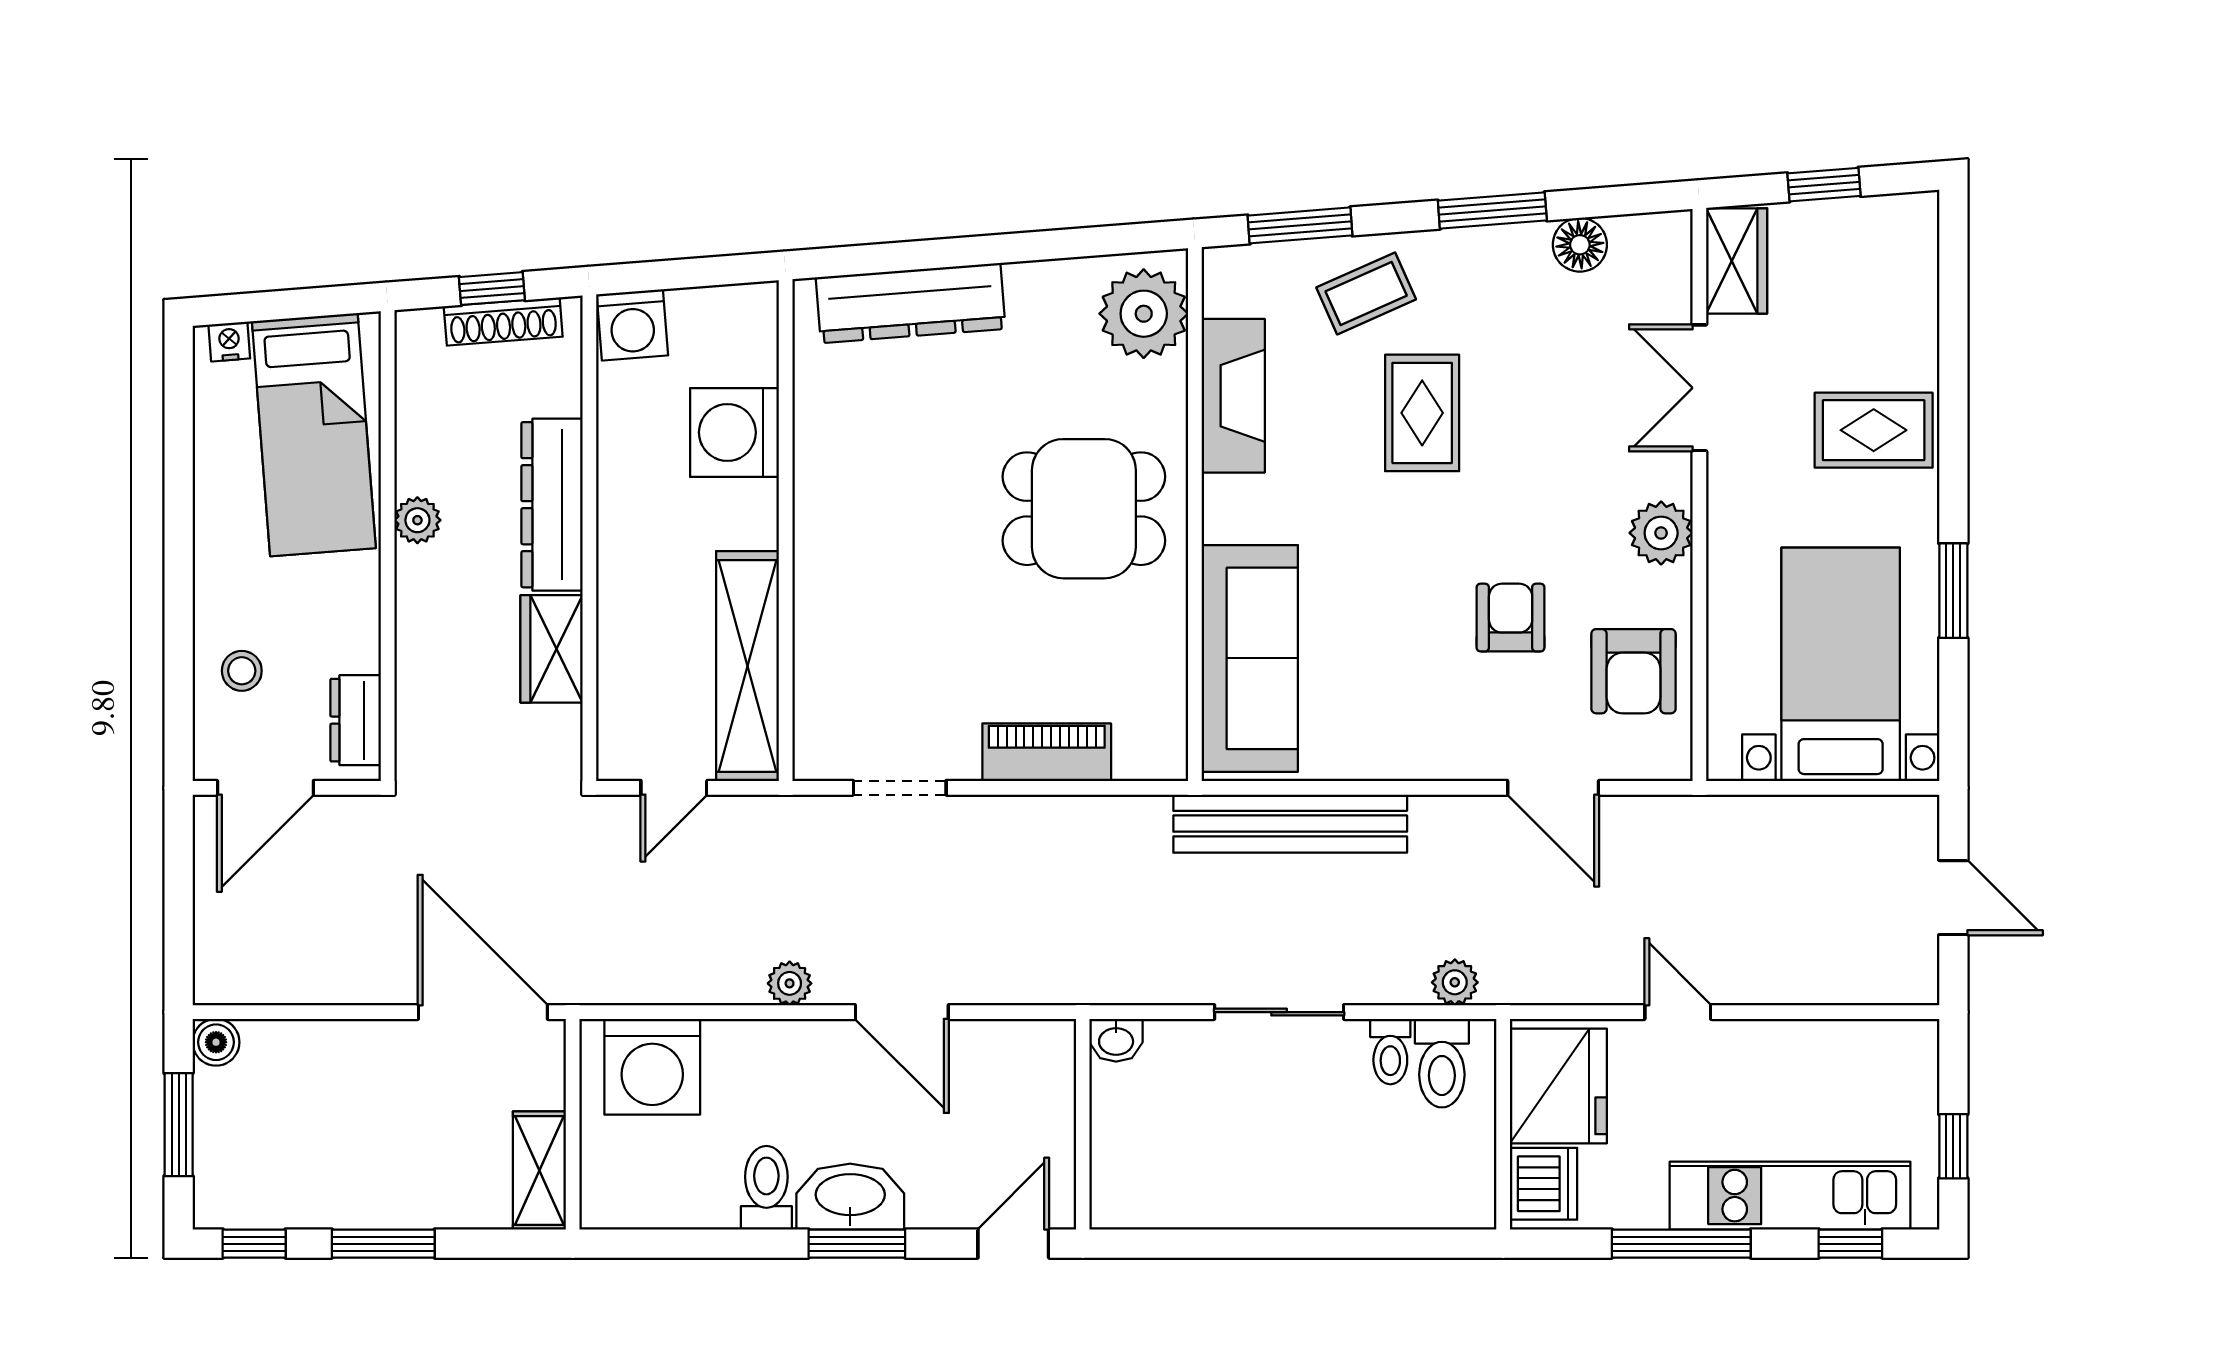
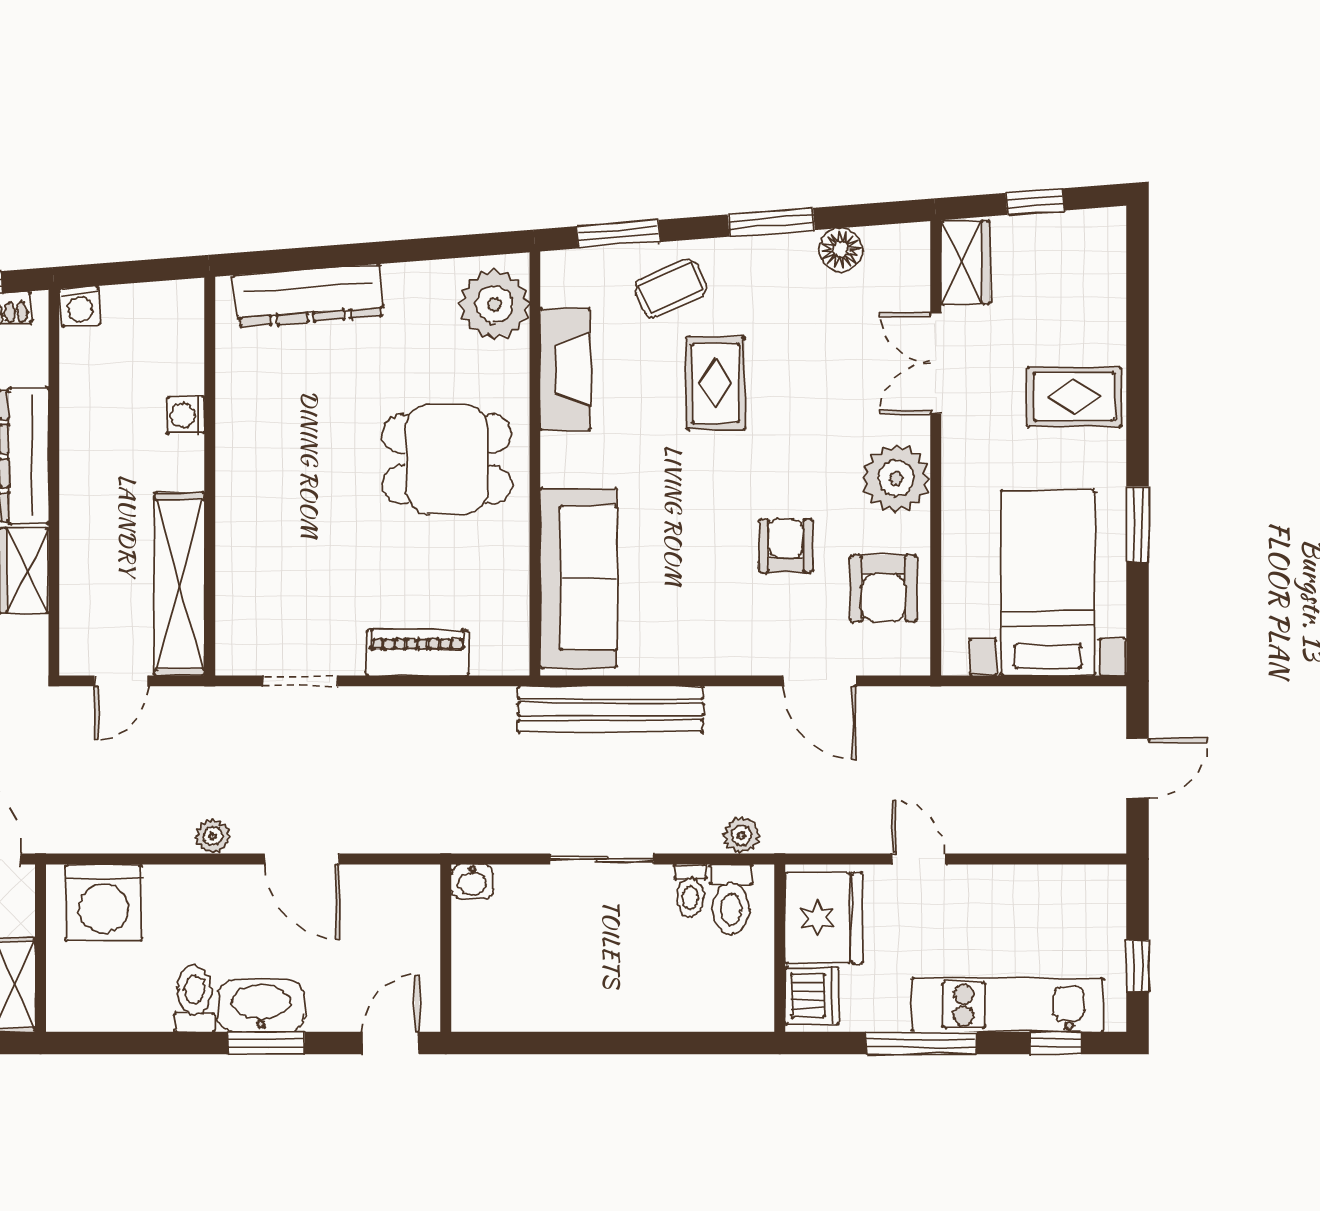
washing machine: (632, 325) -> (80, 307), width x0.73, depth x0.73
washing machine: (735, 432) -> (186, 415), width x0.53, depth x0.53
plant: (1661, 533) -> (896, 478), width x1.36, depth x1.36
door: (1953, 898) -> (1137, 768), hinge flipped

